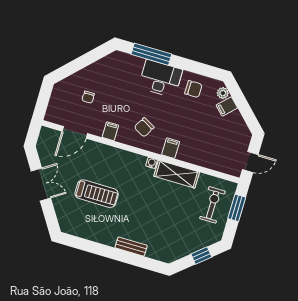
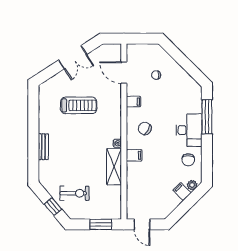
treadmill: (97, 194) -> (79, 105), turned -90
exercise bike: (212, 205) -> (75, 193), moved

